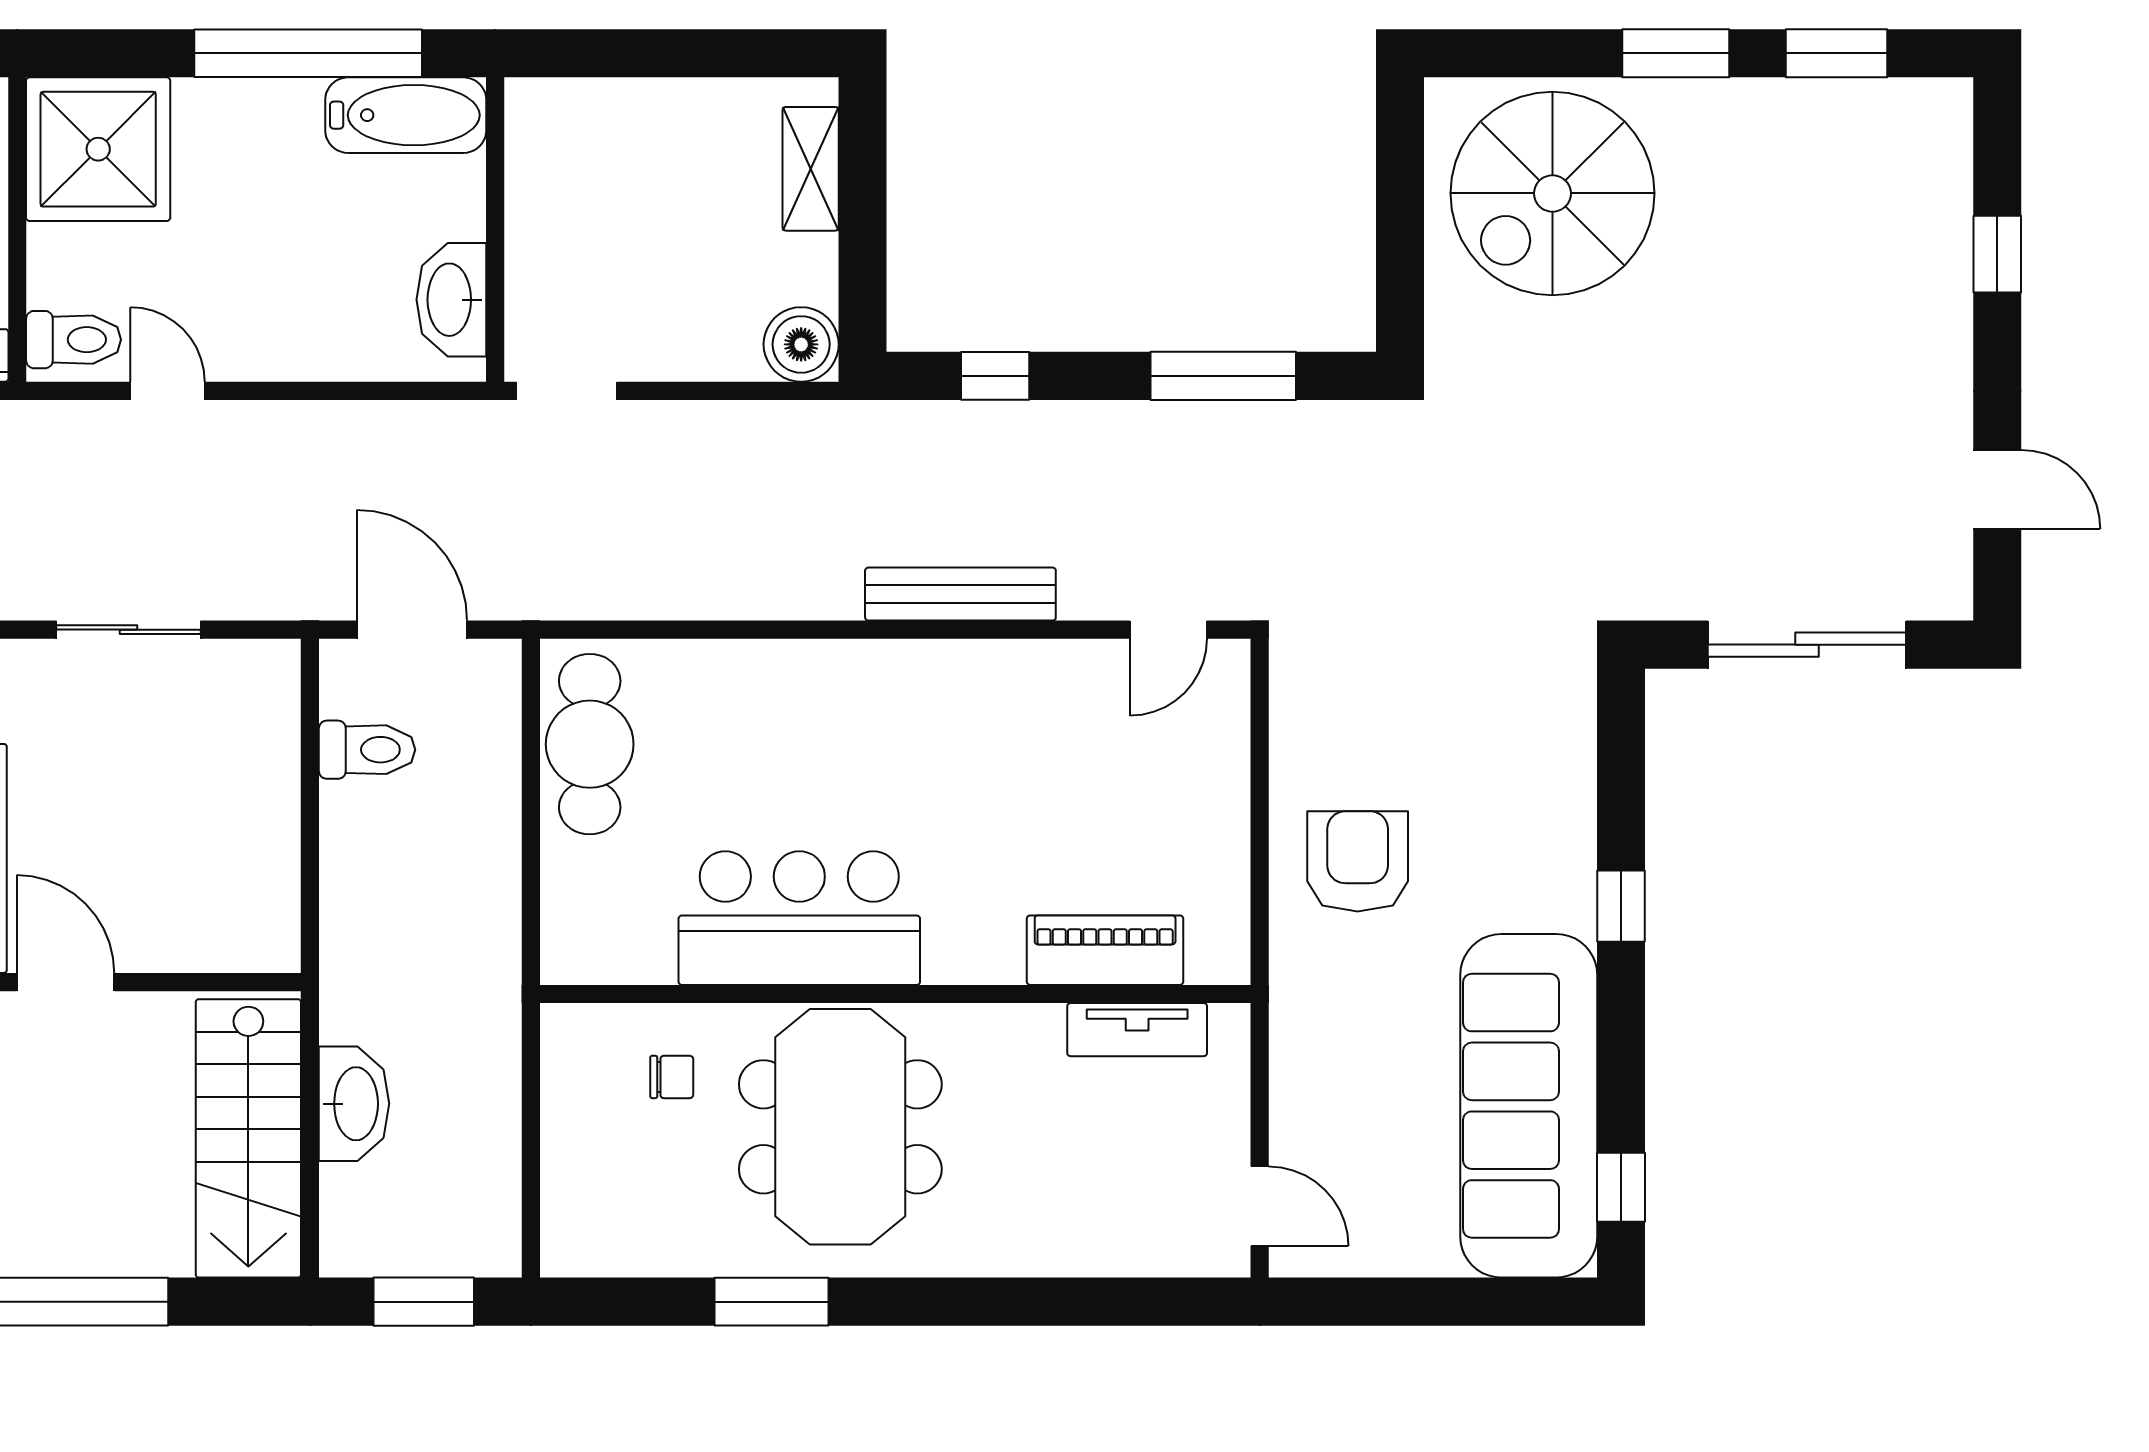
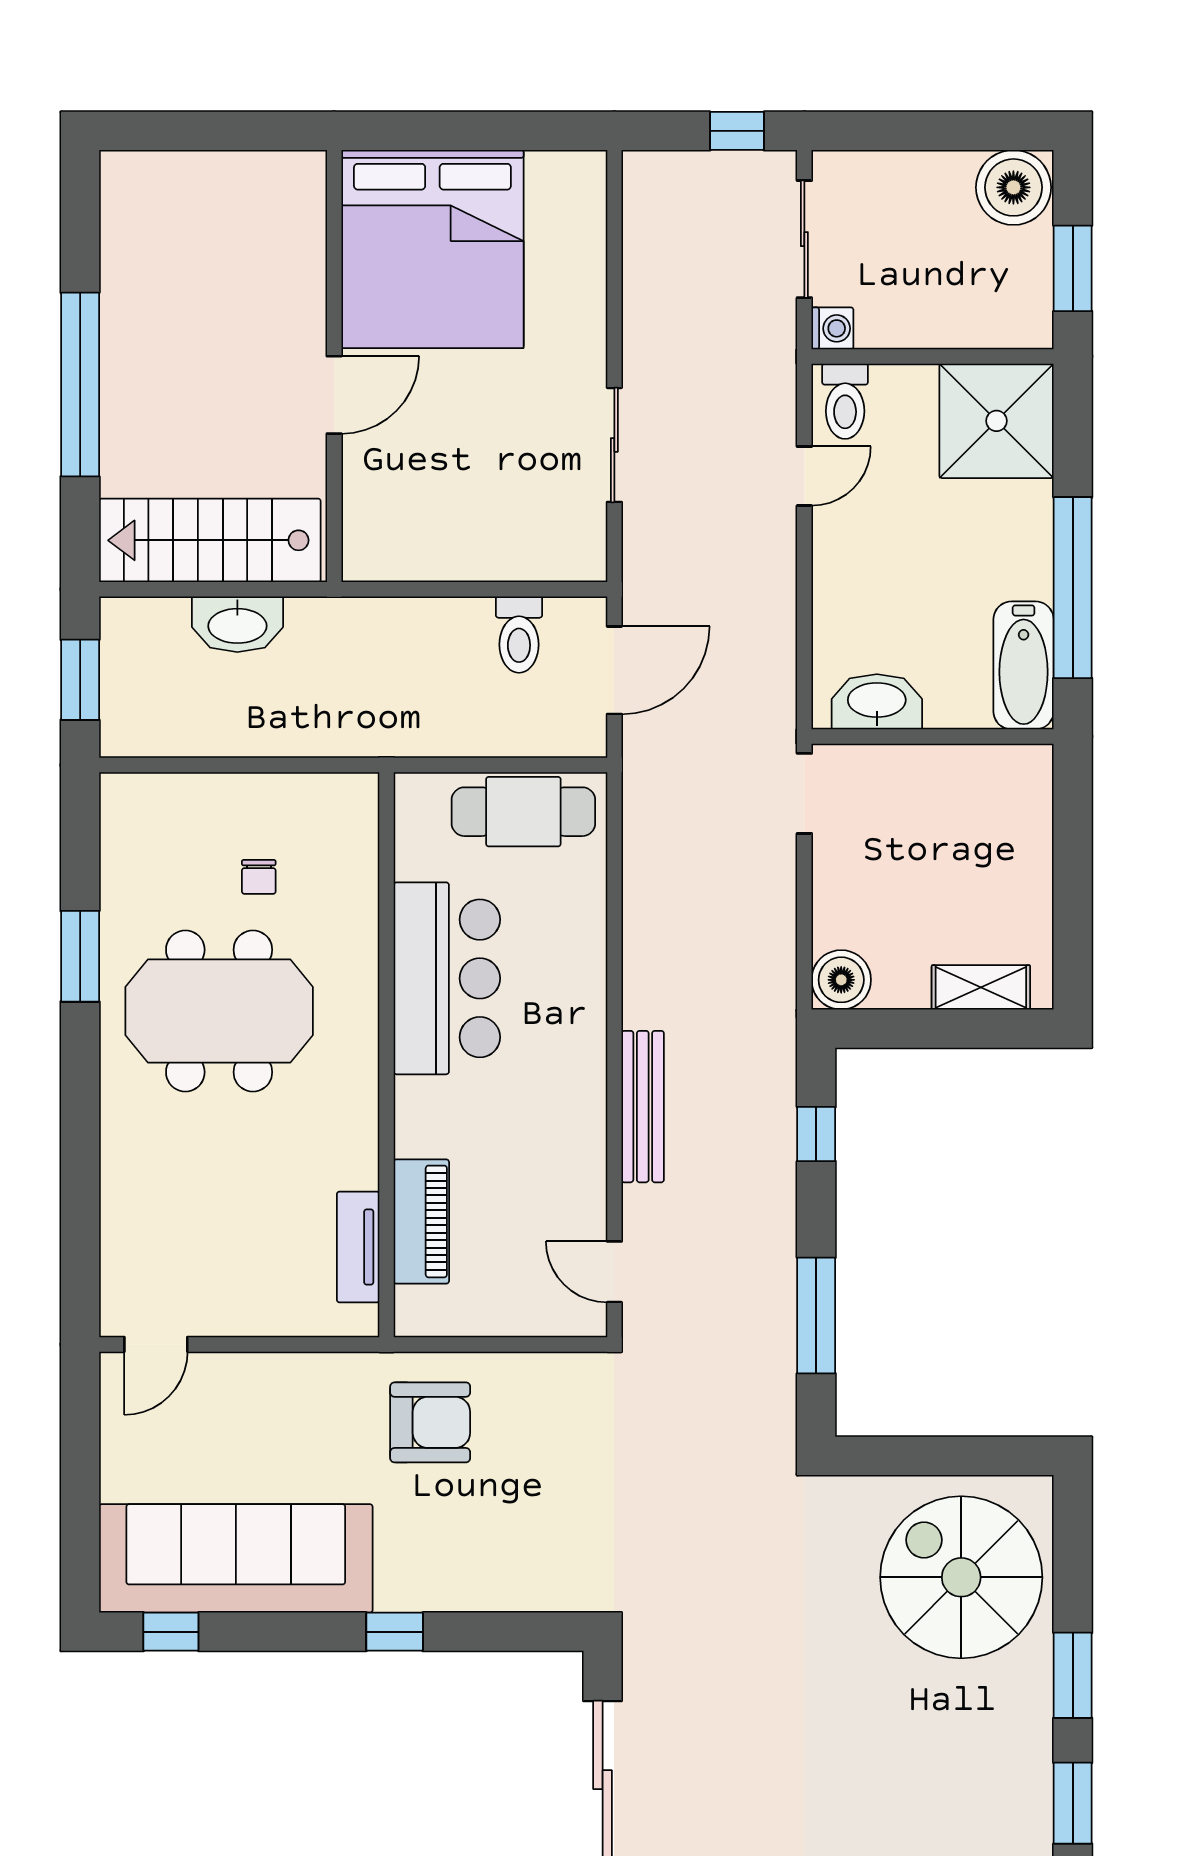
bar counter: (799, 918) -> (447, 978), moved
piano: (1105, 950) -> (421, 1221), moved
wall: (895, 994) -> (386, 1055), moved
tv unit: (1137, 1030) -> (358, 1247), moved

